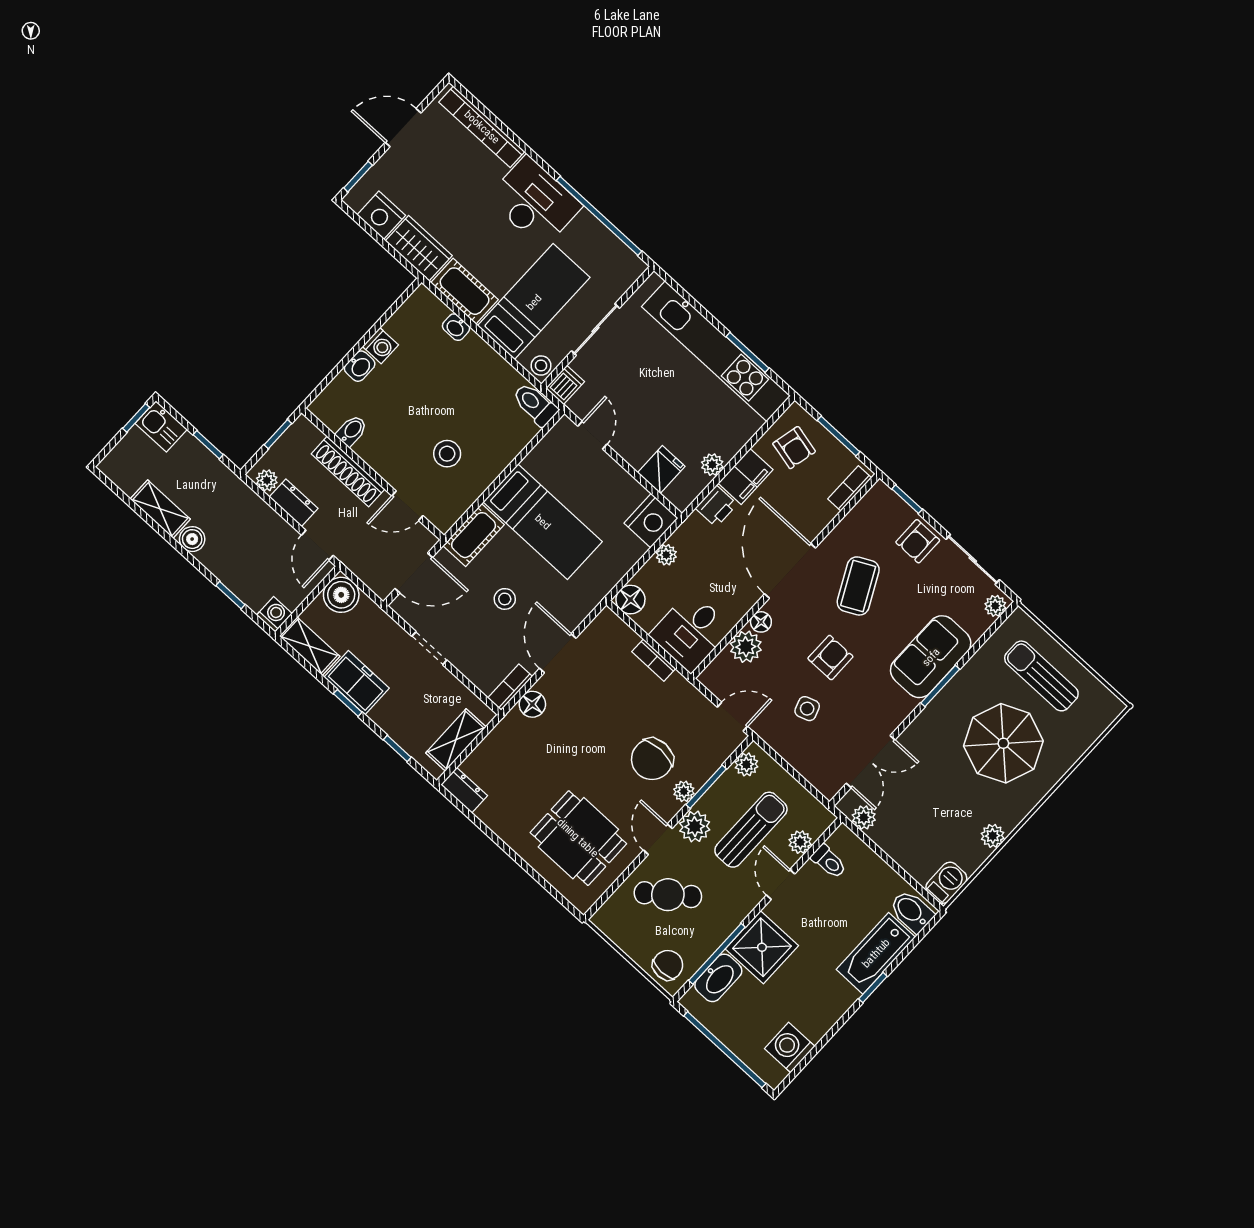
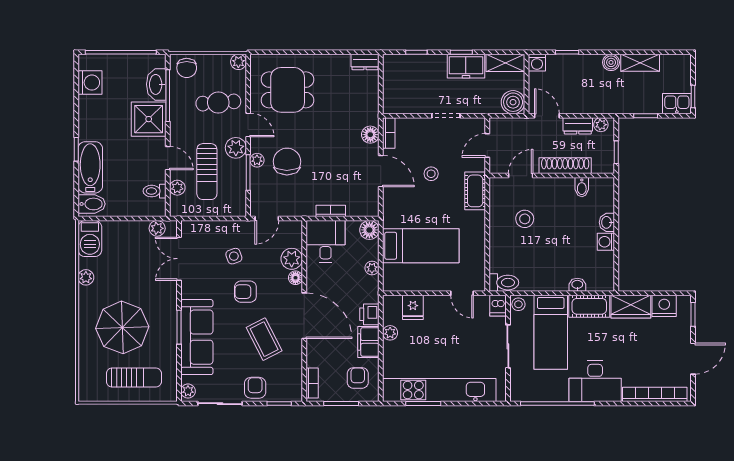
armchair: (794, 448) -> (358, 378), turned 77
nightstand: (651, 521) -> (395, 278), removed
bed: (543, 522) -> (421, 246), moved, turned 180
door: (414, 573) -> (487, 146), width x0.73
sofa: (931, 657) -> (197, 337), width x1.36
armchair: (830, 658) -> (245, 292), turned 90
shelving: (456, 740) -> (392, 83), removed
plant: (746, 764) -> (238, 62), moved
barbecue: (946, 883) -> (90, 239), width x1.38, depth x1.27
cafe table: (668, 895) -> (218, 102), turned 34

